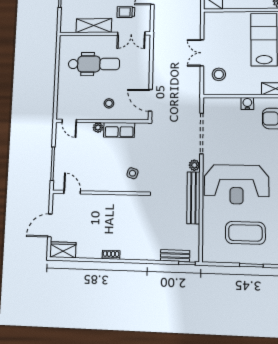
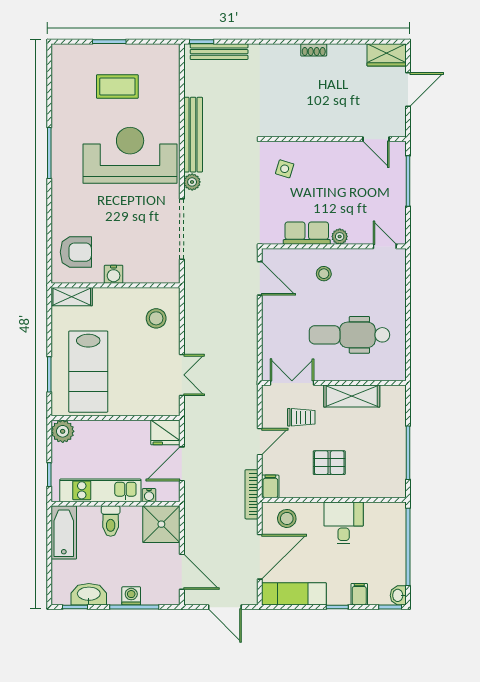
double door: (202, 53) -> (182, 375), moved
coffee table: (245, 233) -> (117, 86), width x0.73, depth x0.76
bench: (175, 256) -> (219, 52), width x1.36

